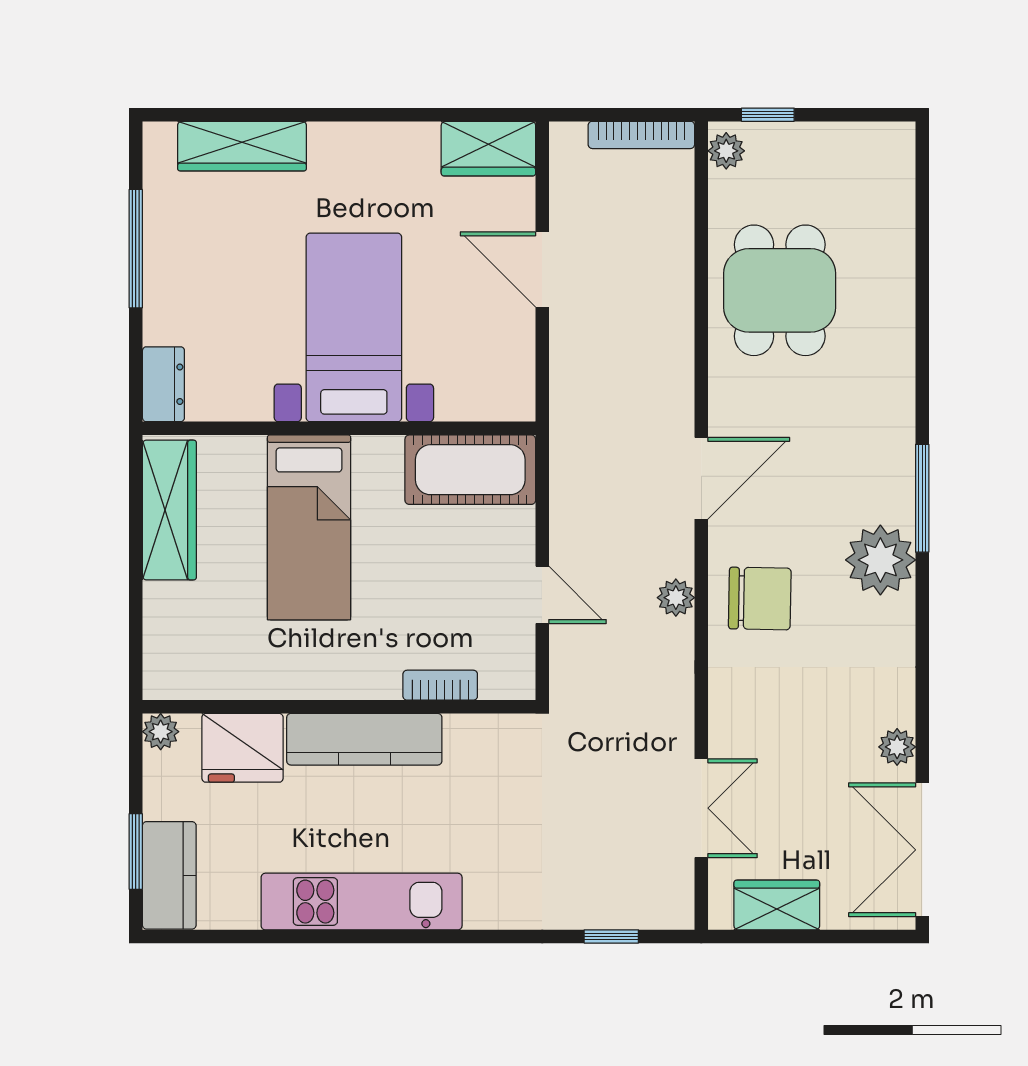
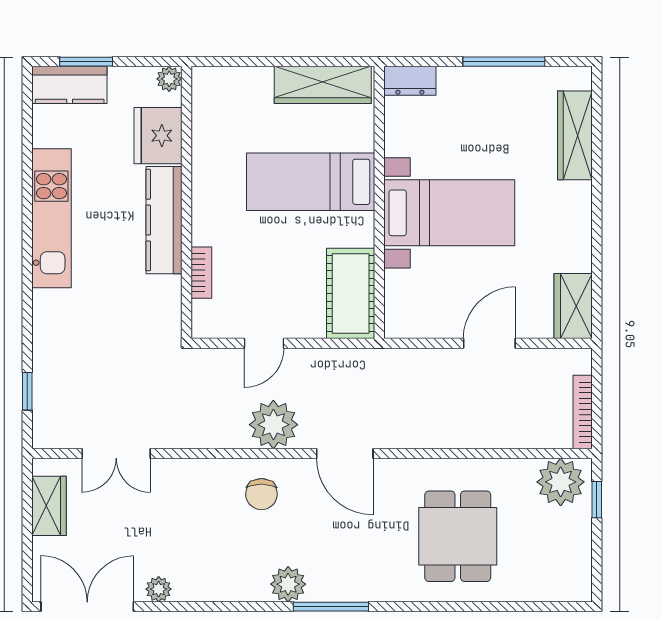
plant: (726, 151) -> (561, 482), width x1.88, depth x1.88
dining table: (780, 290) -> (458, 536), moved, turned 90
plant: (880, 560) -> (288, 584), width x0.73, depth x0.73
plant: (676, 598) -> (273, 425), width x1.88, depth x1.88
chair: (760, 598) -> (261, 494), width x0.73, depth x0.73

